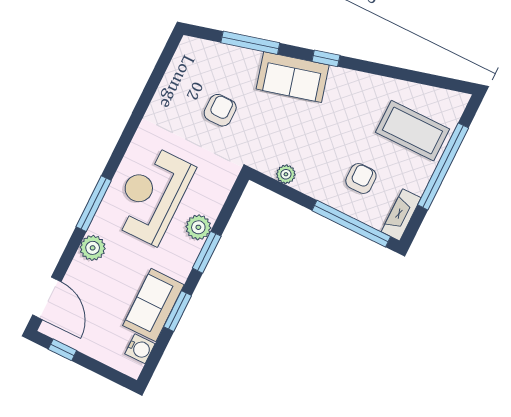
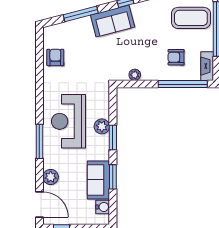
armchair: (220, 110) -> (55, 57), moved
armchair: (361, 178) -> (176, 57), turned -90
plant: (93, 248) -> (51, 177), moved

